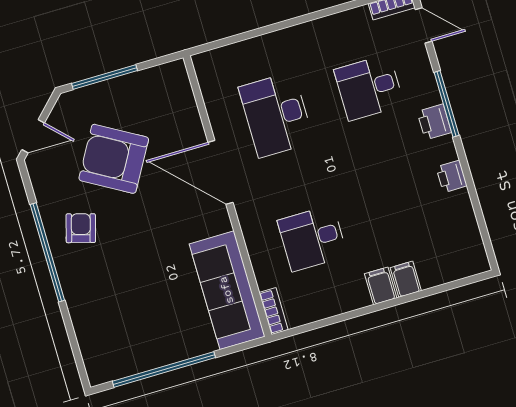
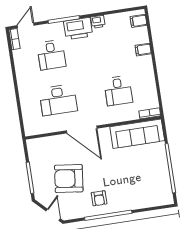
printer: (434, 122) -> (78, 29), width x1.87, depth x1.48
armchair: (114, 159) -> (69, 179), turned 67
door: (220, 172) -> (82, 130), hinge flipped
armchair: (81, 228) -> (99, 198), turned -106
filing cabinet: (381, 286) -> (138, 21), moved

